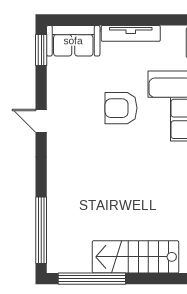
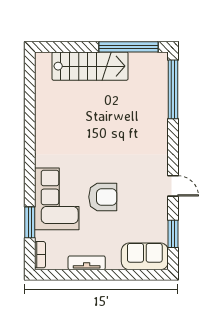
tv unit: (131, 33) -> (87, 263), width x0.71
window: (41, 50) -> (173, 234), moved

